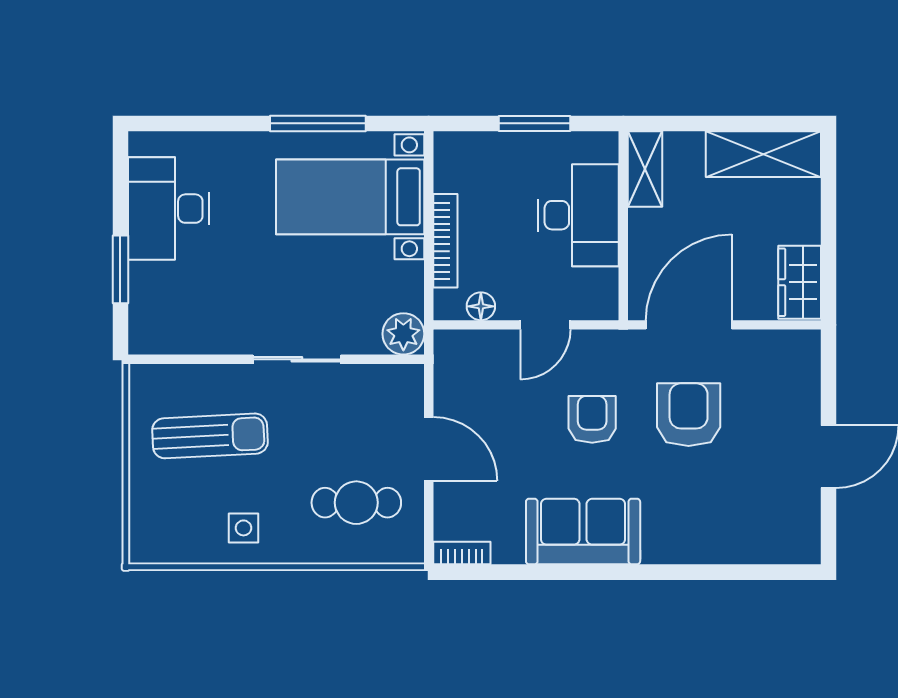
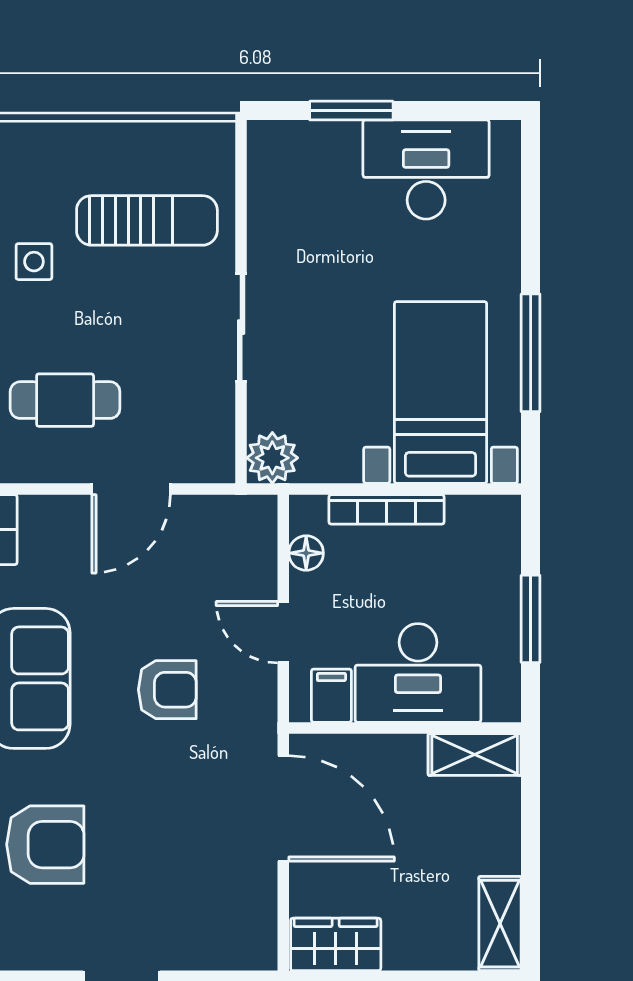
shelving: (763, 154) -> (500, 924), width x0.67, depth x0.75
filing cabinet: (597, 286) -> (331, 696), added
armchair: (689, 415) -> (45, 845), moved
sun lounger: (210, 436) -> (147, 220), turned -87
cafe table: (356, 503) -> (65, 400), turned 90

